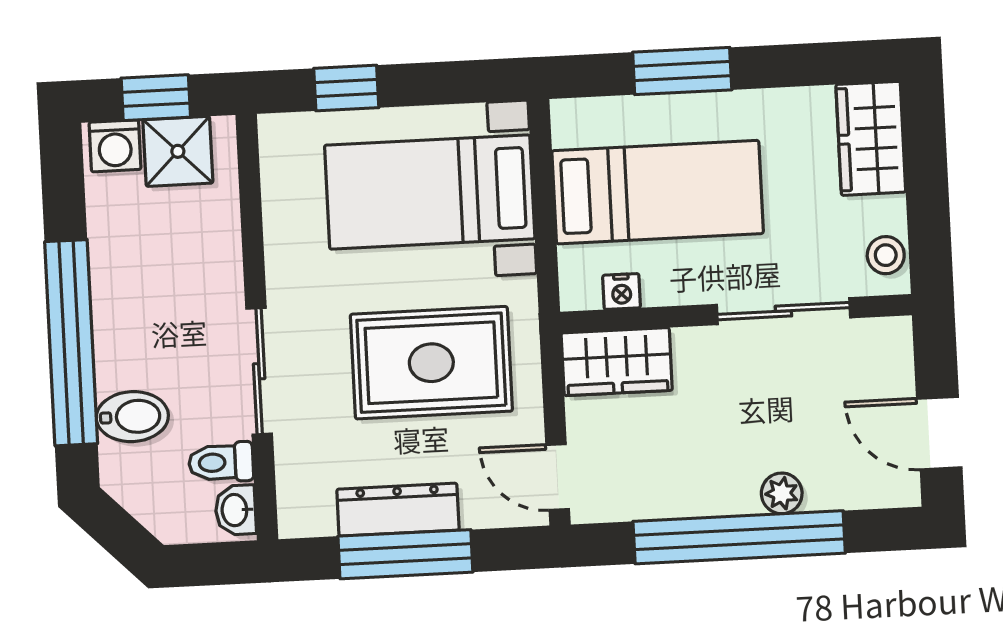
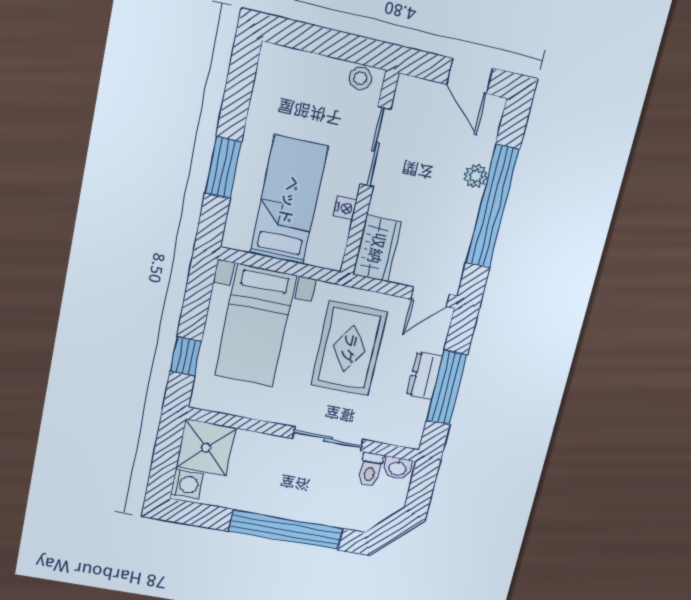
window: (156, 98) -> (166, 457), removed
wardrobe: (871, 138) -> (291, 68), removed
shower: (178, 151) -> (206, 448), width x1.36, depth x1.36
nightstand: (622, 291) -> (345, 208), moved
bidet: (132, 417) -> (333, 508), removed
door: (939, 433) -> (470, 76), hinge flipped
dresser: (398, 510) -> (425, 376), width x0.70

